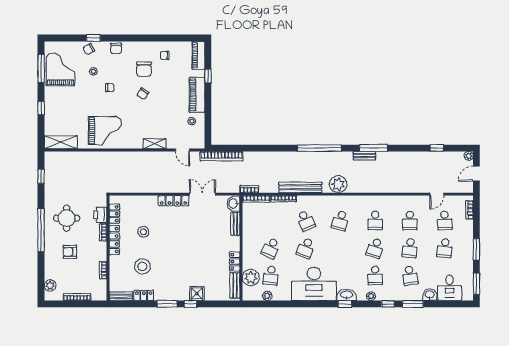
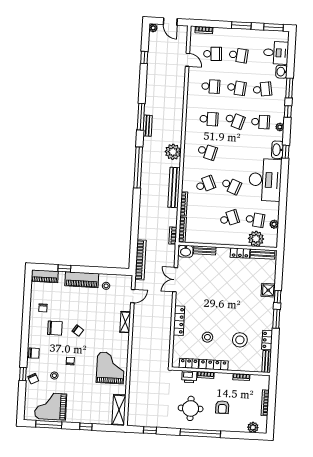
locker: (173, 201) -> (179, 321), moved
school desk: (271, 248) -> (229, 218), turned -45

